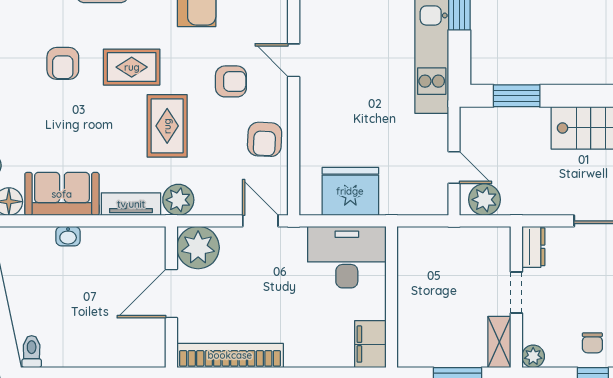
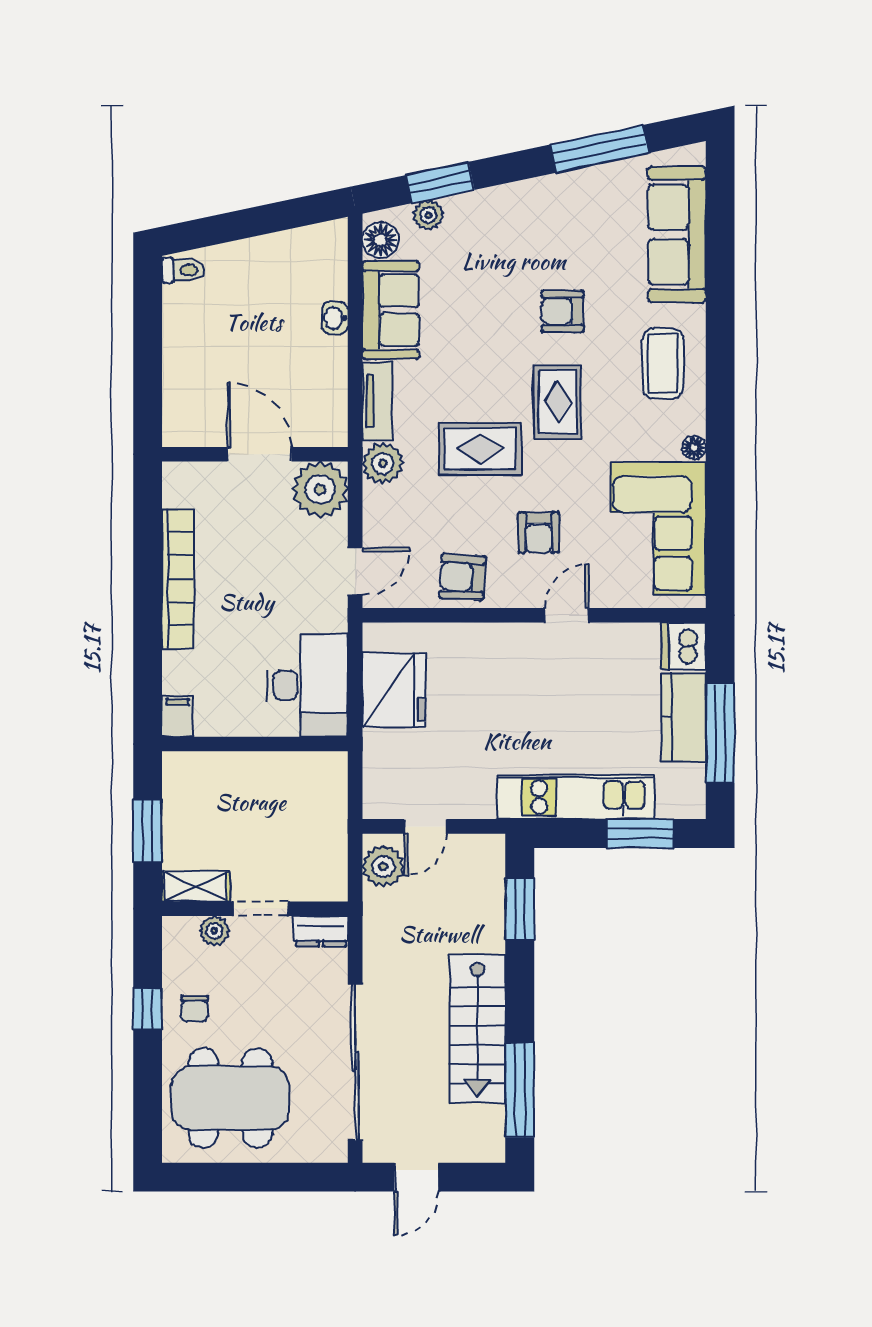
chair: (592, 343) -> (195, 1009), turned -90
filing cabinet: (370, 344) -> (177, 716), width x0.50
bookcase: (230, 355) -> (178, 579), moved
plant: (533, 356) -> (214, 931), moved

